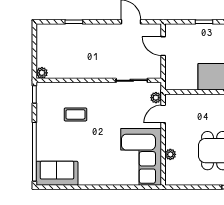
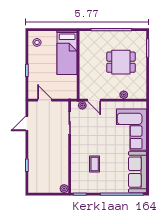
door: (163, 46) -> (45, 100), swing flipped
corner sofa: (141, 157) -> (132, 130), moved, turned 90
sofa: (57, 173) -> (137, 172), width x1.36

